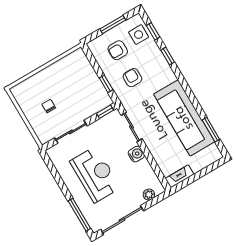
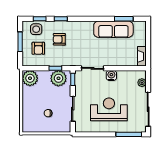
plant: (77, 61) -> (30, 78), added
armchair: (132, 78) -> (59, 39), moved
plant: (97, 94) -> (58, 78), added
sofa: (184, 118) -> (113, 29), width x0.74, depth x0.79

